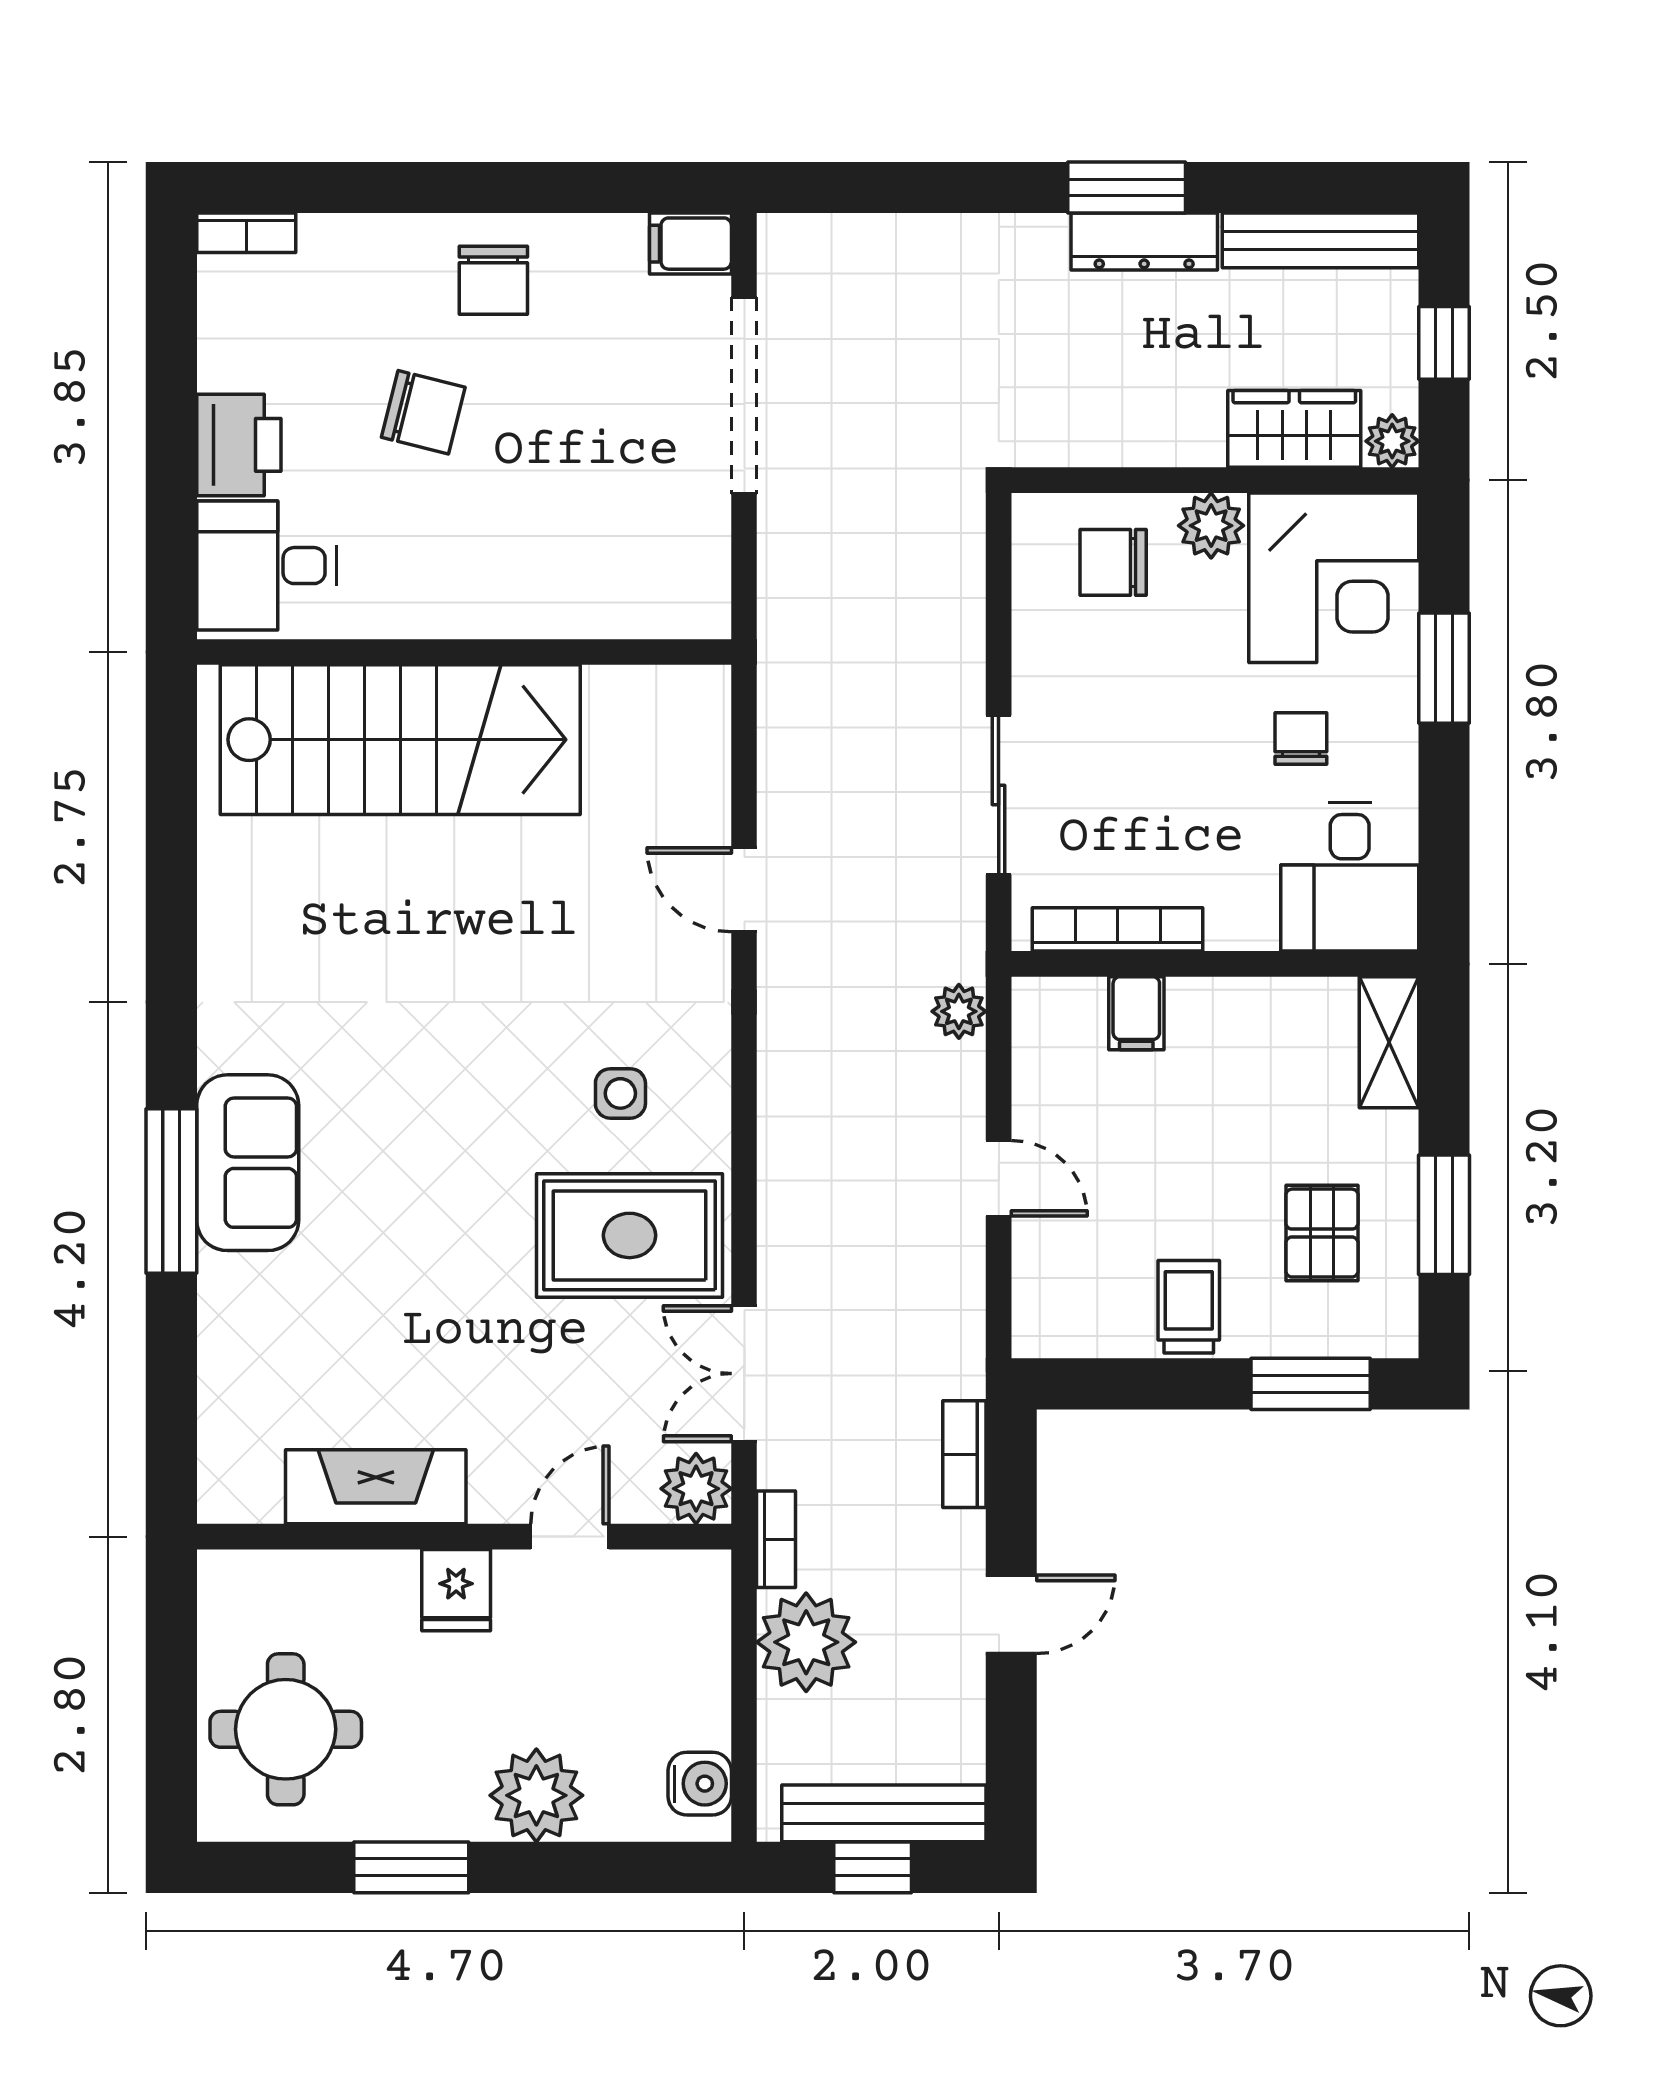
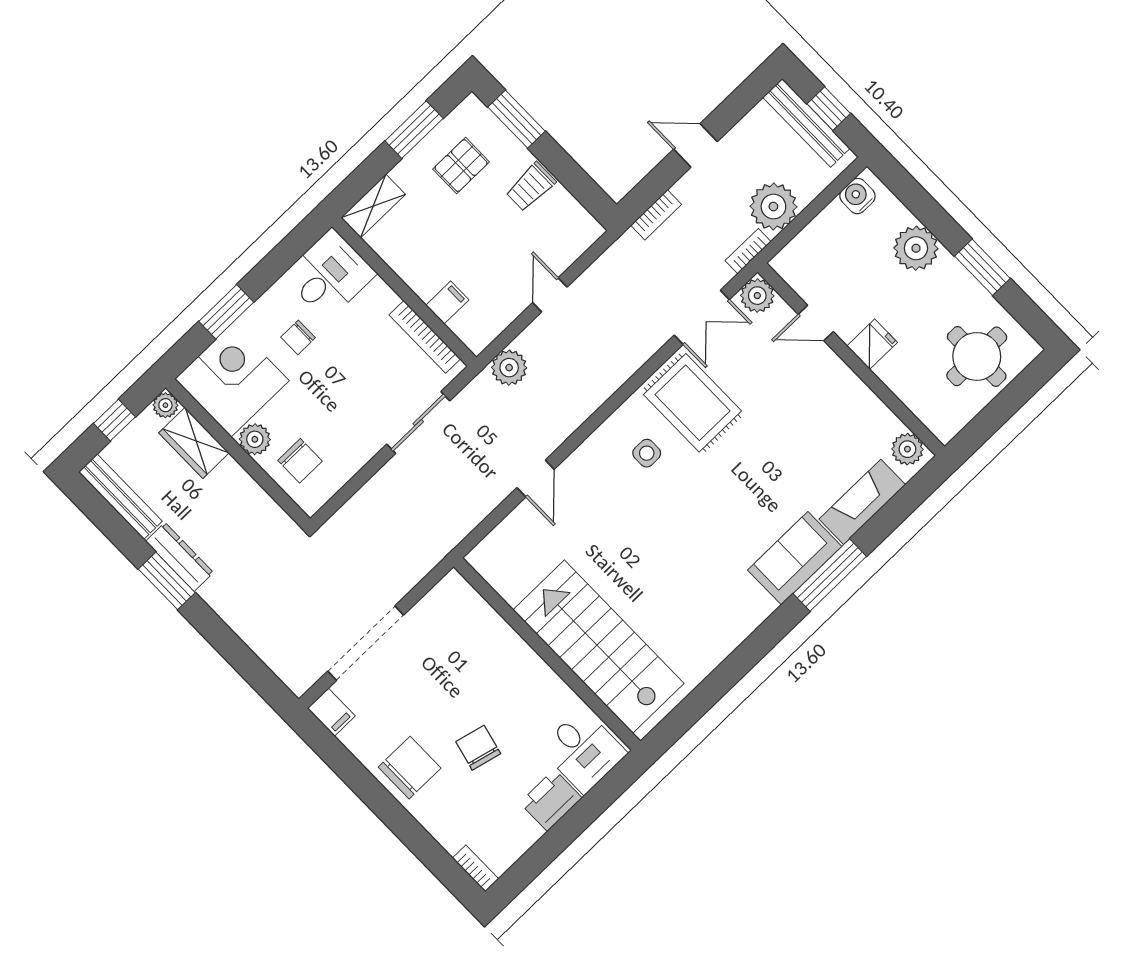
chair: (493, 280) -> (410, 768), width x1.37, depth x1.37
plant: (959, 1011) -> (509, 368), width x1.38, depth x1.38
fireplace: (376, 1487) -> (862, 502), moved, turned 90
plant: (247, 1491) -> (907, 449), added

